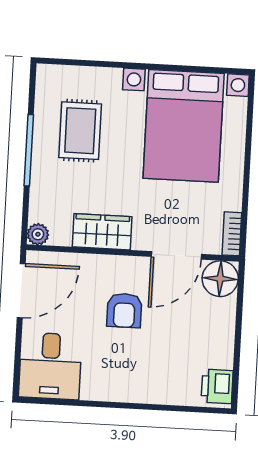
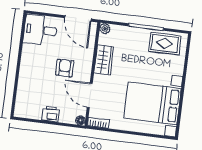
rug: (80, 131) -> (165, 43), moved
floor lamp: (220, 279) -> (80, 120), width x0.53, depth x0.53
armchair: (124, 310) -> (65, 68), turned 90
printer: (217, 386) -> (51, 114), moved

